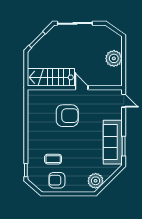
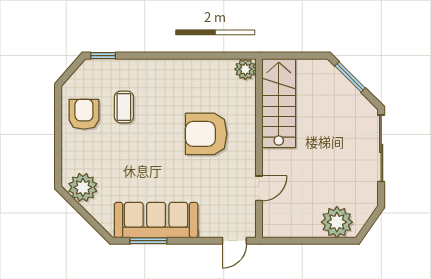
plant: (114, 58) -> (337, 222), moved
door: (82, 88) -> (259, 188), moved
plant: (33, 95) -> (245, 69), added
armchair: (67, 116) -> (206, 134), turned 90

